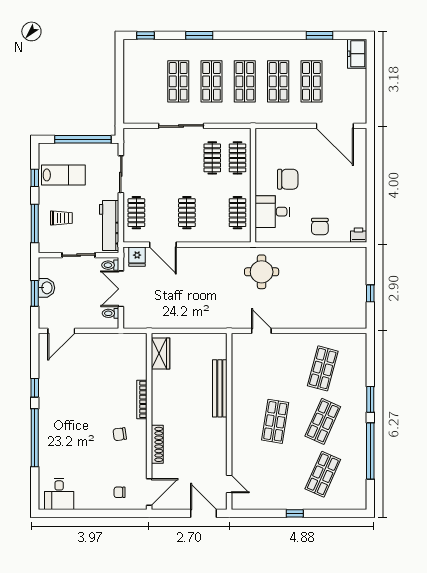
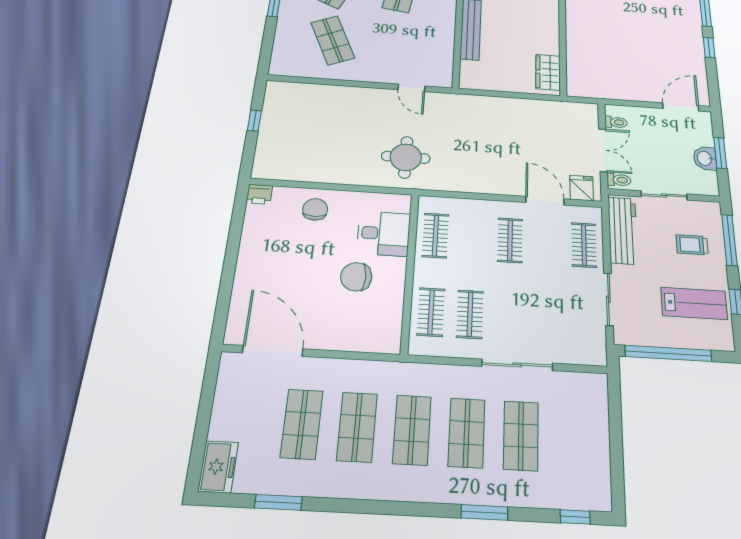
lab bench: (63, 175) -> (694, 303), turned 180
shop shelf: (323, 368) -> (333, 40), turned -39
bookcase: (142, 399) -> (572, 25), removed

